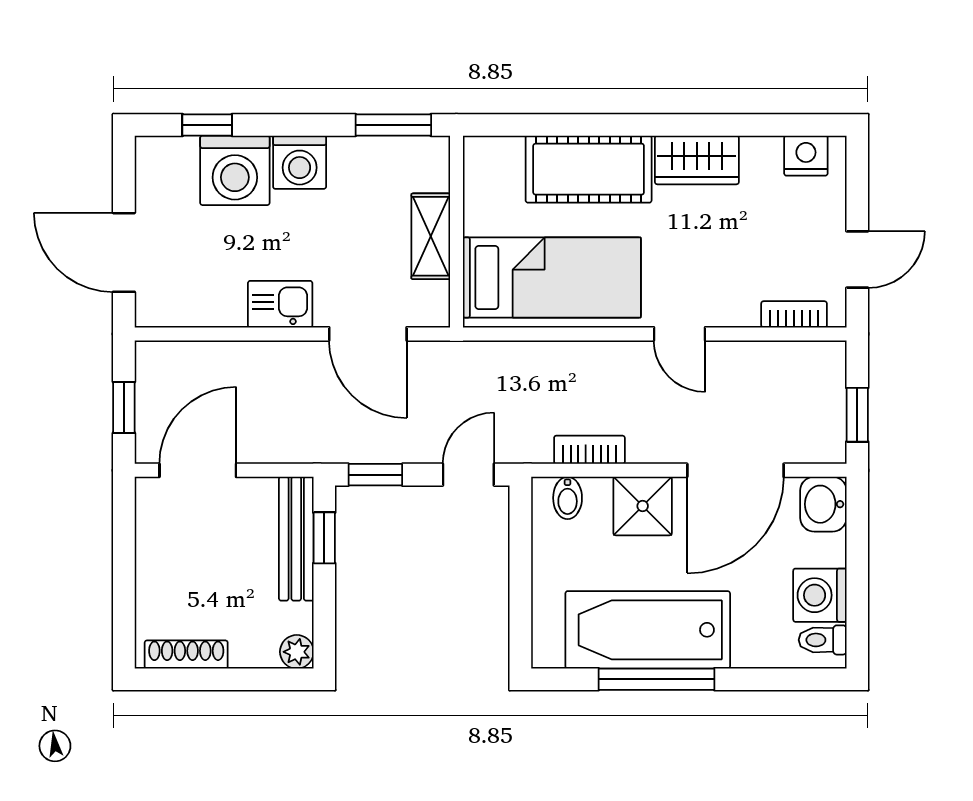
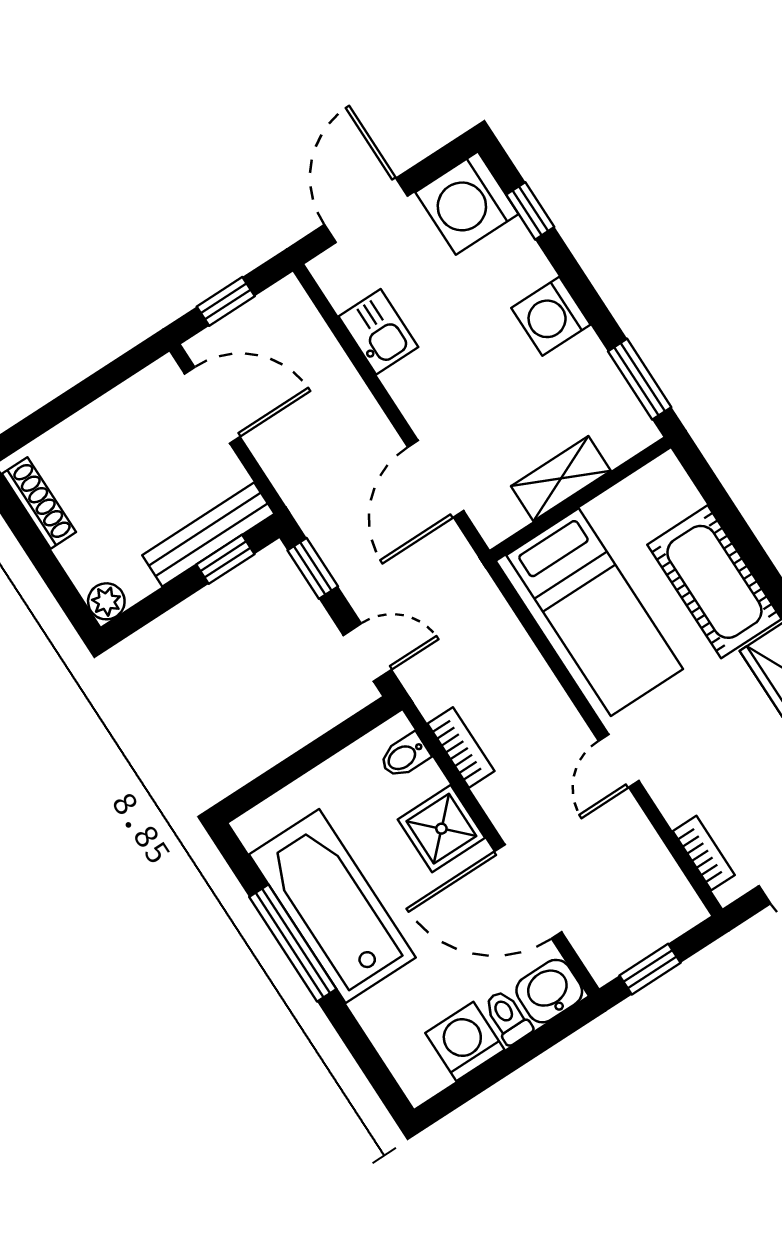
washing machine: (235, 170) -> (467, 203), moved
kitchen sink: (280, 304) -> (378, 332), moved
toilet: (823, 640) -> (508, 1017), moved

